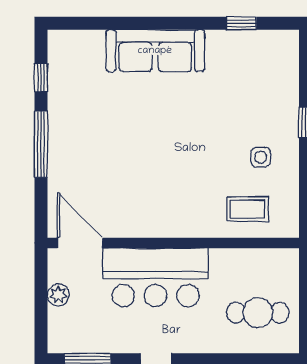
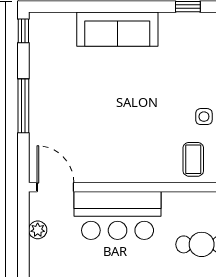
window: (41, 78) -> (23, 31), moved
coffee table: (248, 209) -> (193, 159), turned 90

